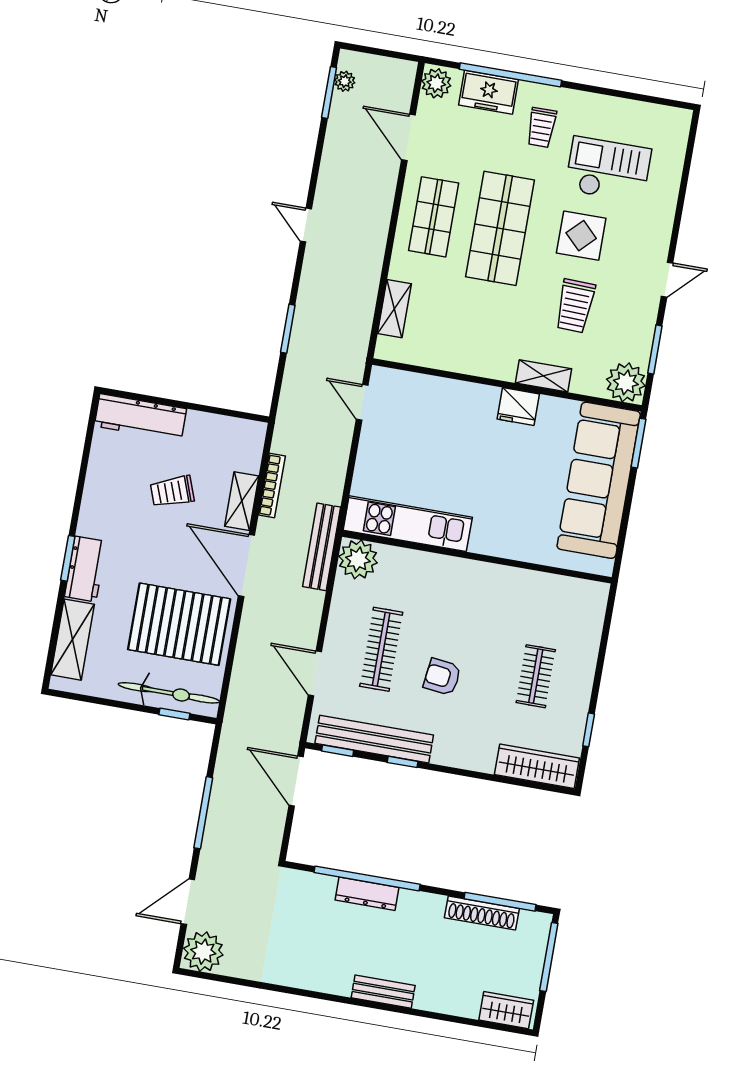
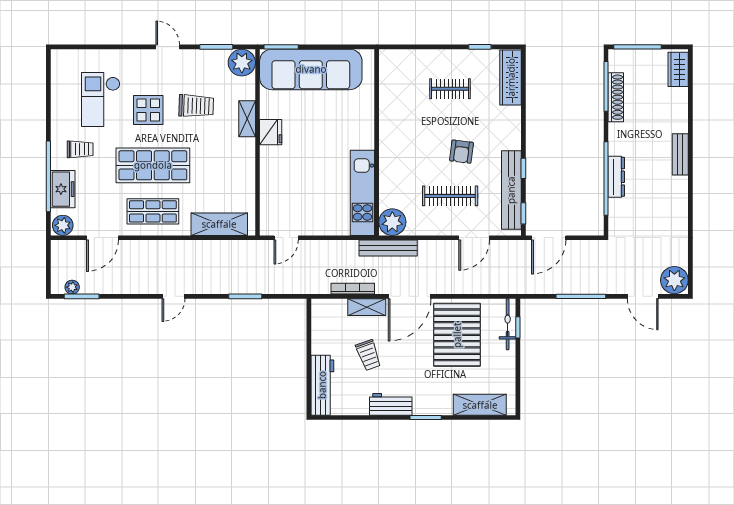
shelving: (394, 309) -> (219, 224), width x1.50, depth x1.33
workbench: (85, 569) -> (391, 404), moved
bicycle: (169, 693) -> (508, 324), width x0.73, depth x0.71

